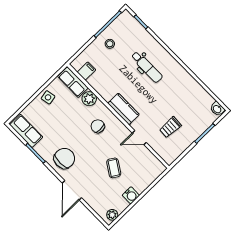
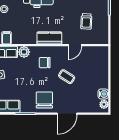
coffee table: (114, 168) -> (67, 77), moved
door: (72, 190) -> (67, 114), hinge flipped
water cooler: (131, 195) -> (103, 94), moved

